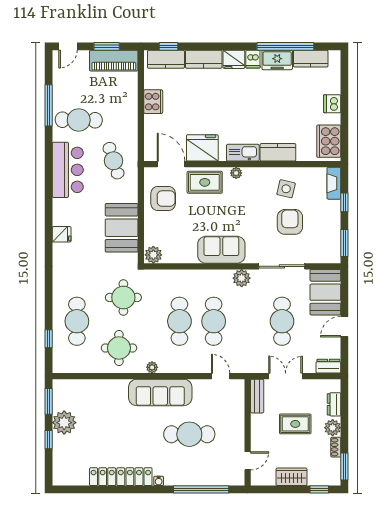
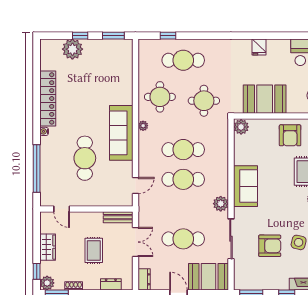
plant: (64, 423) -> (72, 49), moved
plant: (333, 428) -> (47, 283), moved

